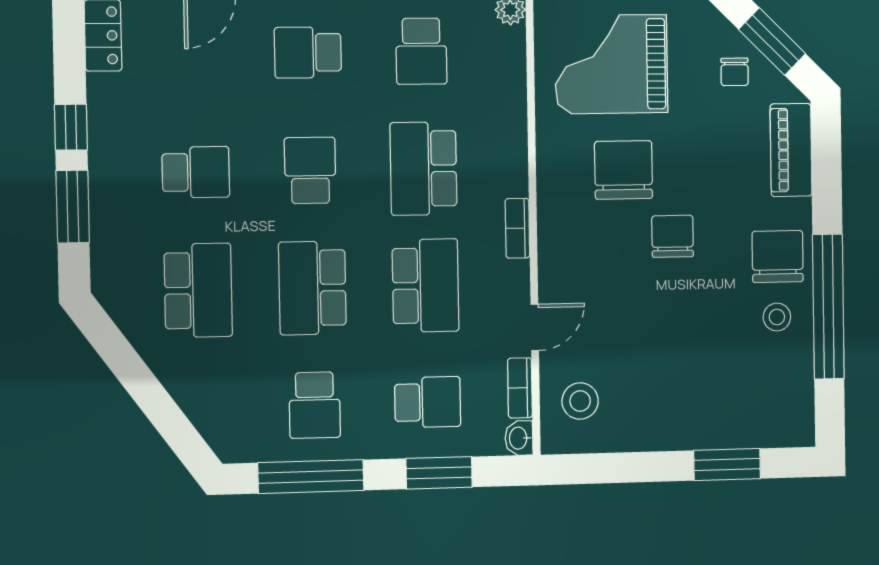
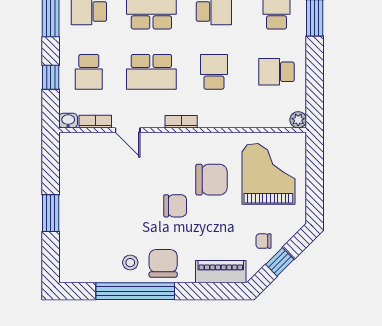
window: (772, 41) -> (280, 262), width x0.67
school desk: (423, 169) -> (214, 72), width x0.54
chair: (778, 256) -> (163, 263), turned -90
stool: (580, 401) -> (87, 154), removed
window: (727, 464) -> (51, 213), moved
window: (439, 473) -> (51, 77), width x0.67

